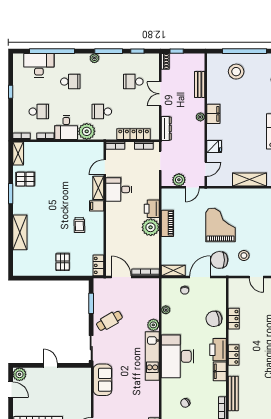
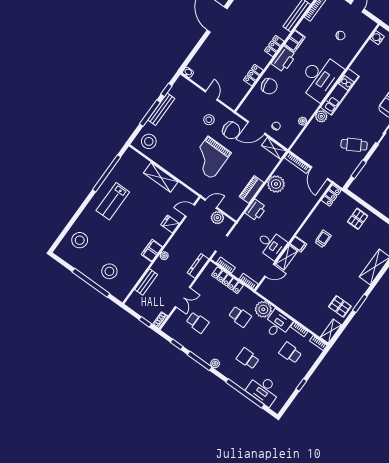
plant: (151, 227) -> (276, 184), moved

